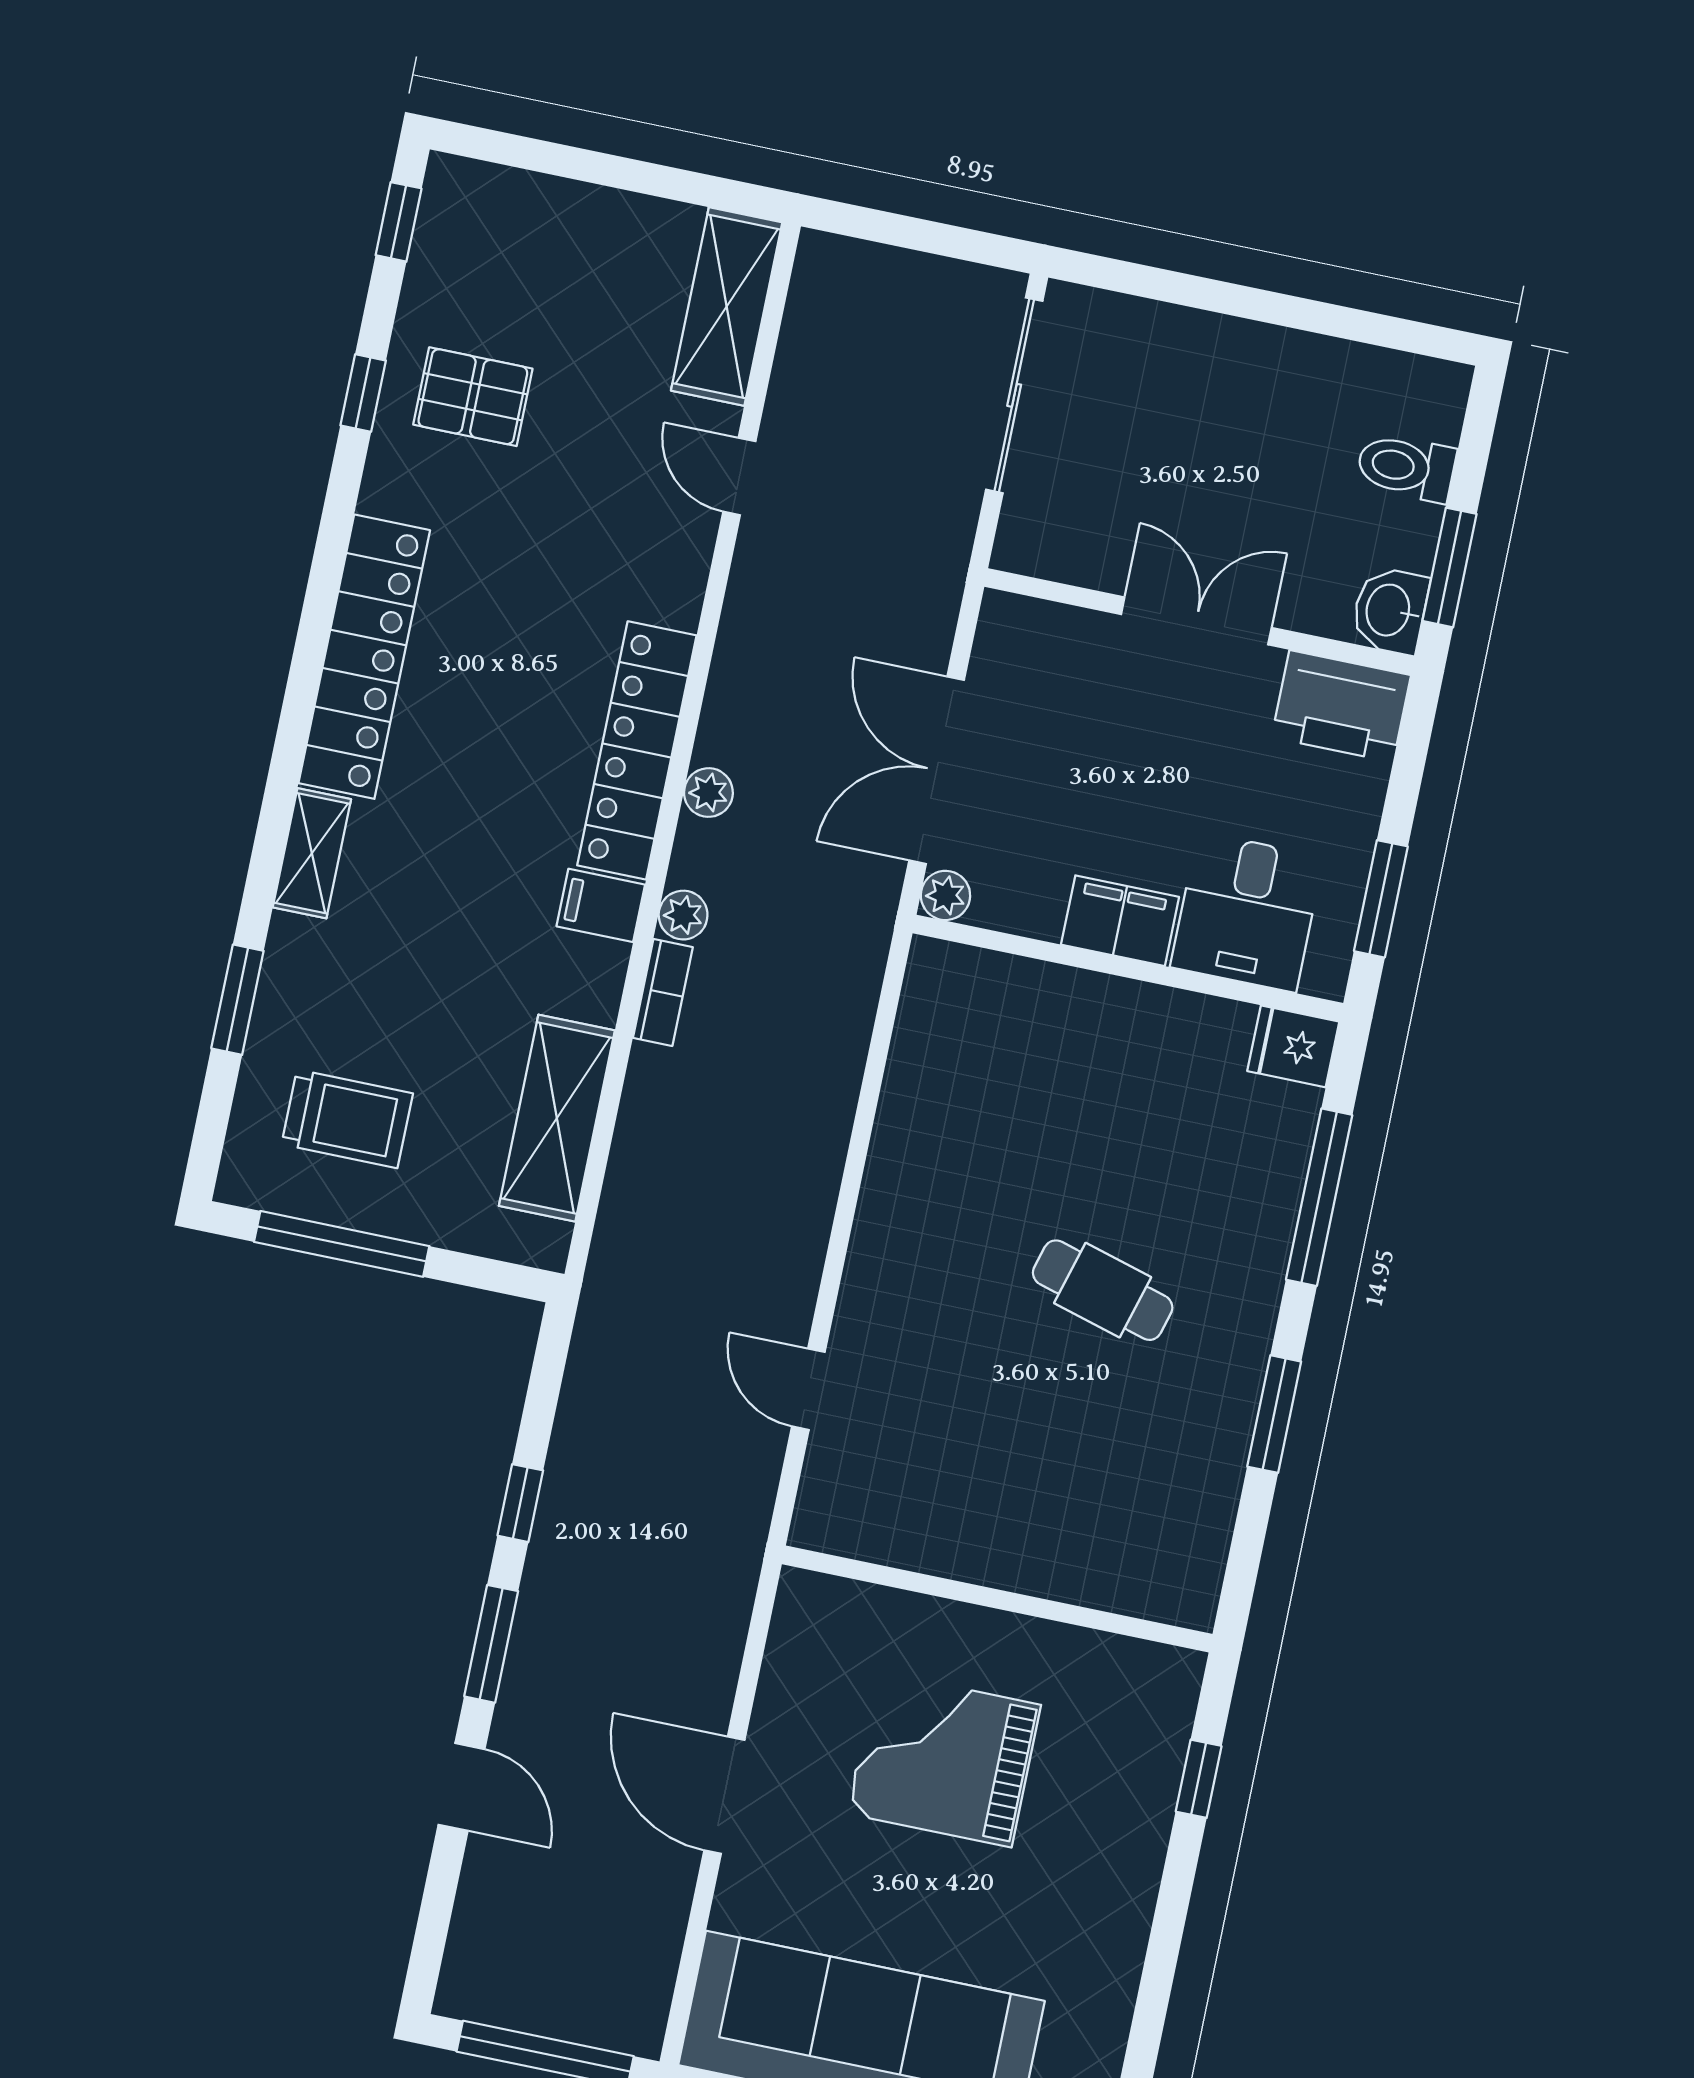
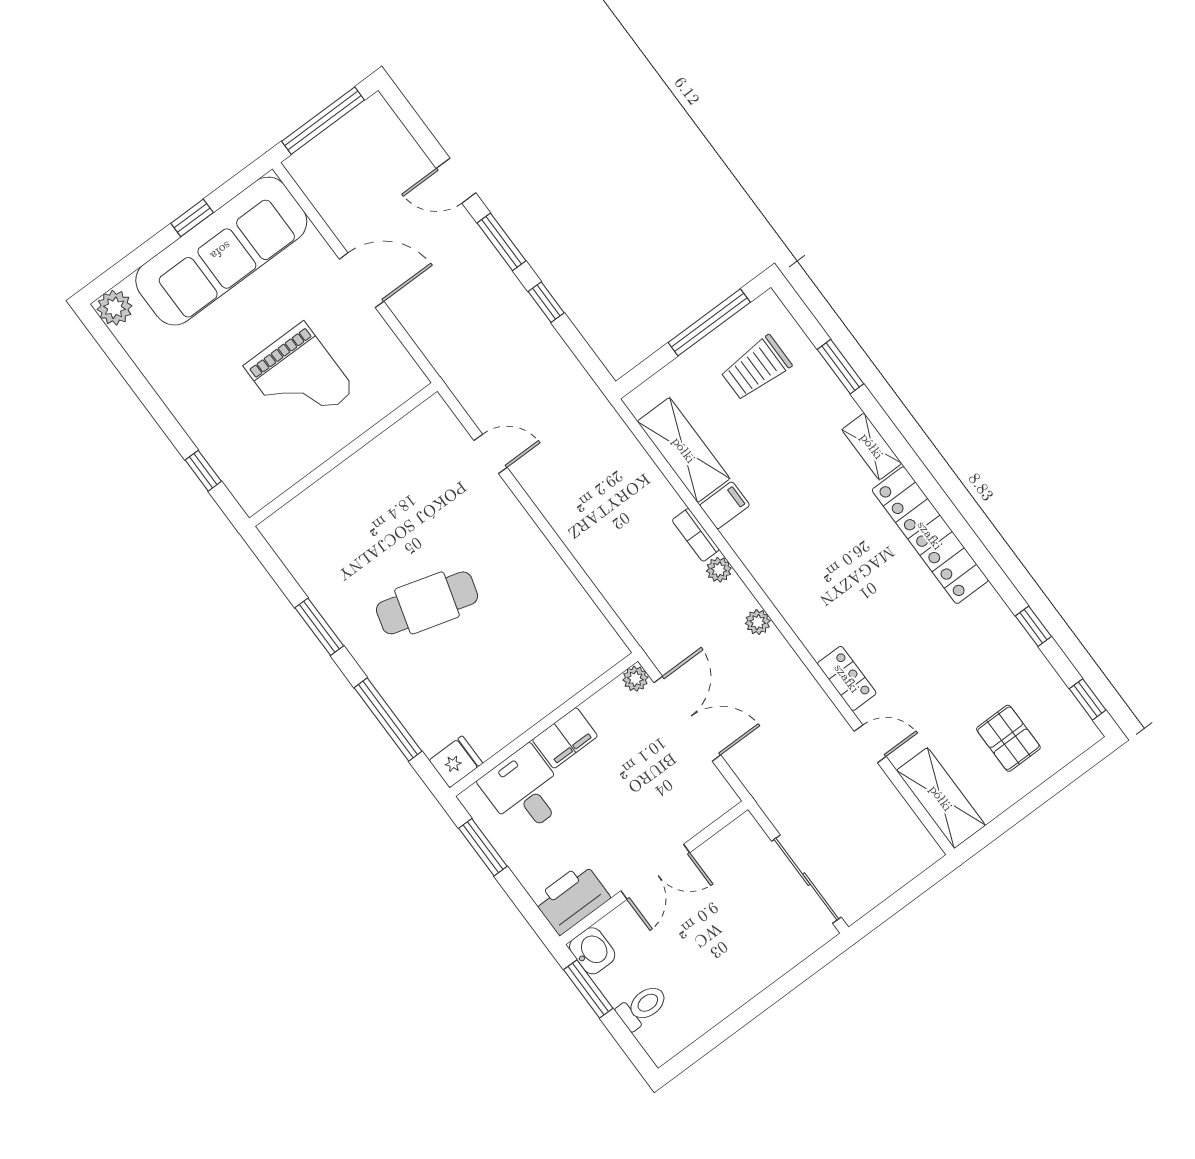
pallet: (473, 397) -> (1008, 738), moved, turned 90
locker: (637, 750) -> (847, 678), moved, width x0.46, depth x0.83
filing cabinet: (601, 905) -> (725, 505), moved
cafe table: (1103, 1290) -> (427, 603), width x1.37, depth x1.35
grand piano: (944, 1759) -> (299, 378), turned 90

